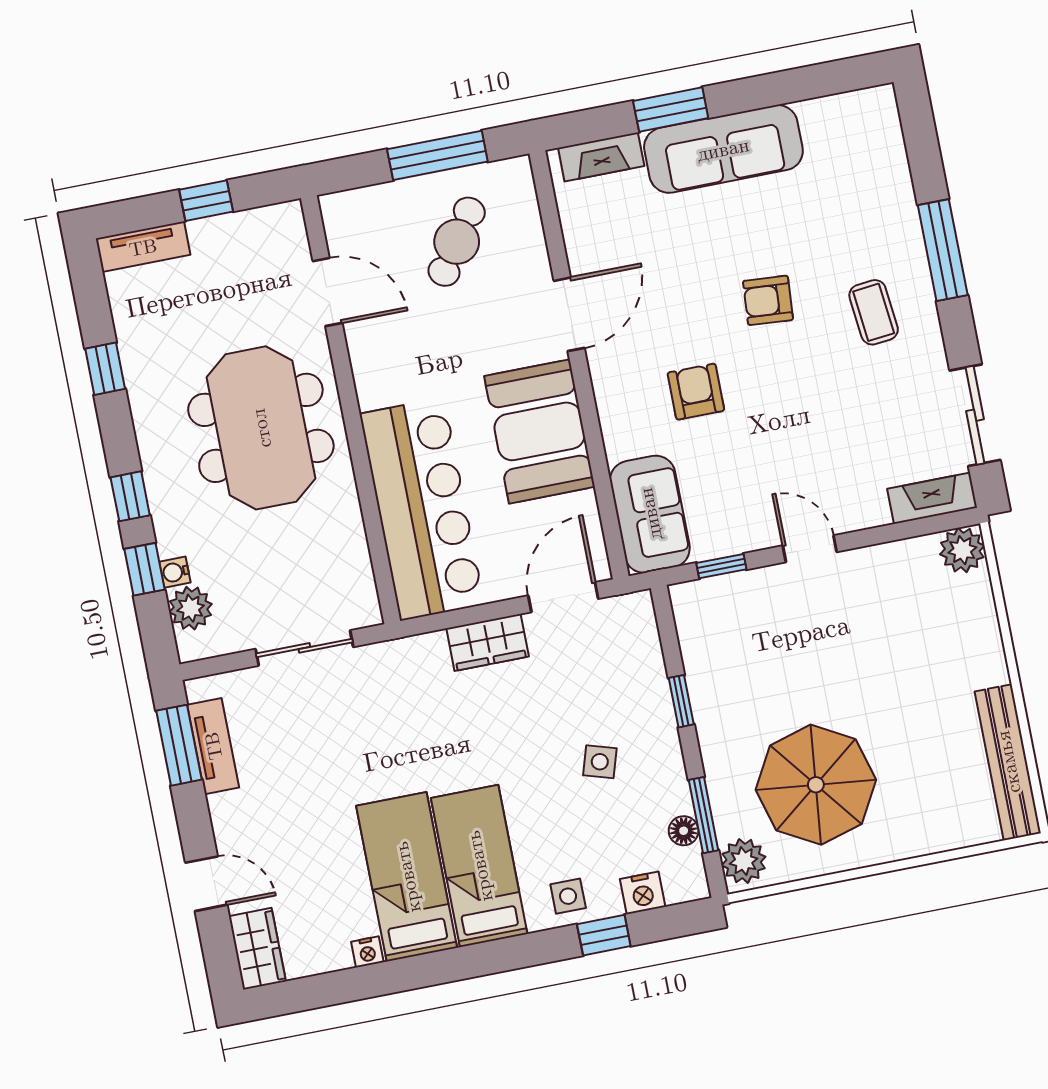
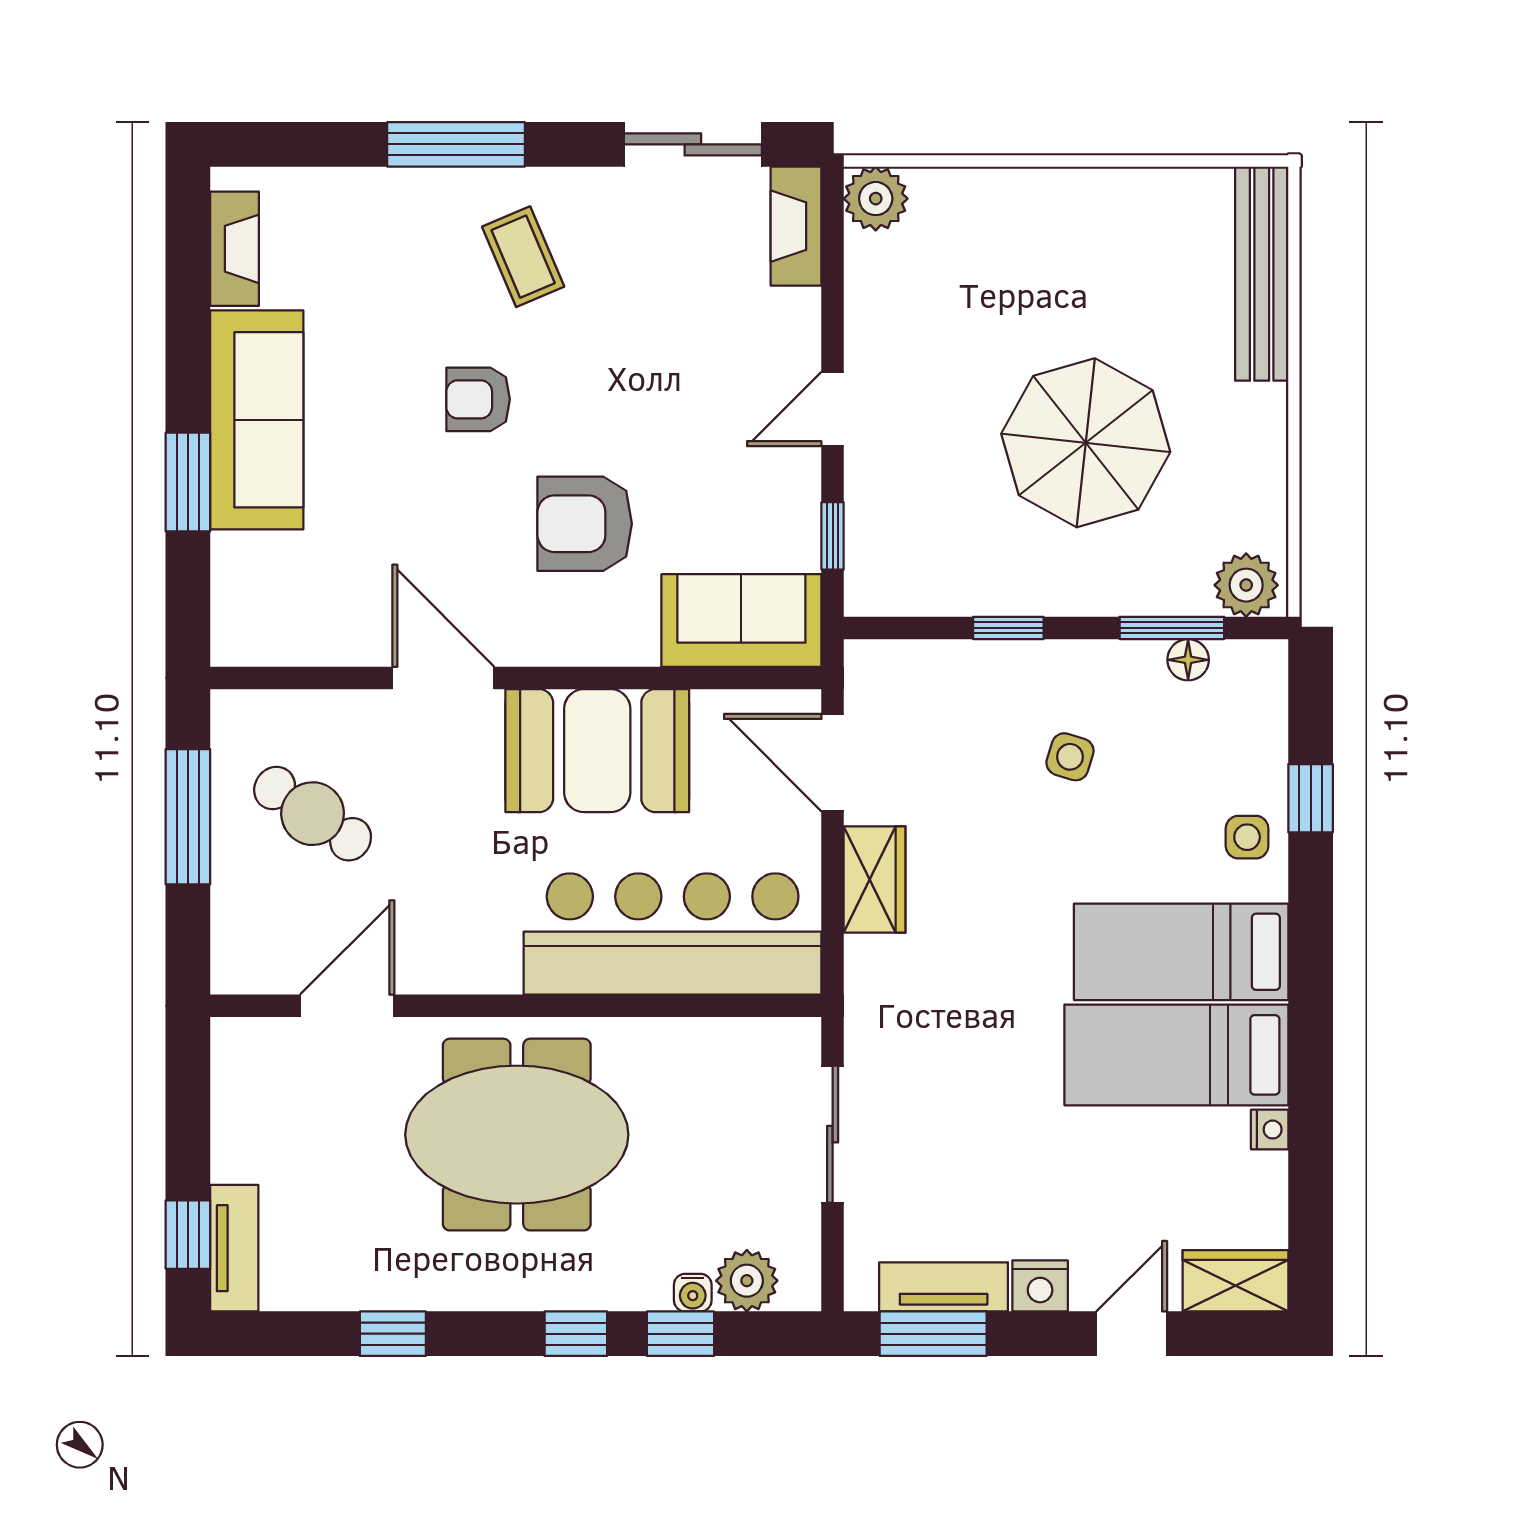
fireplace: (601, 157) -> (235, 249), moved
window: (206, 201) -> (188, 1235), moved
armchair: (768, 300) -> (478, 399), turned 86
coffee table: (874, 312) -> (523, 257), turned 73
armchair: (696, 392) -> (585, 524), width x1.38, depth x1.38
bench: (1008, 762) -> (1262, 274), moved, turned 90
parasol: (816, 785) -> (1086, 443), moved
nightstand: (643, 893) -> (1040, 1286), moved, turned 90

